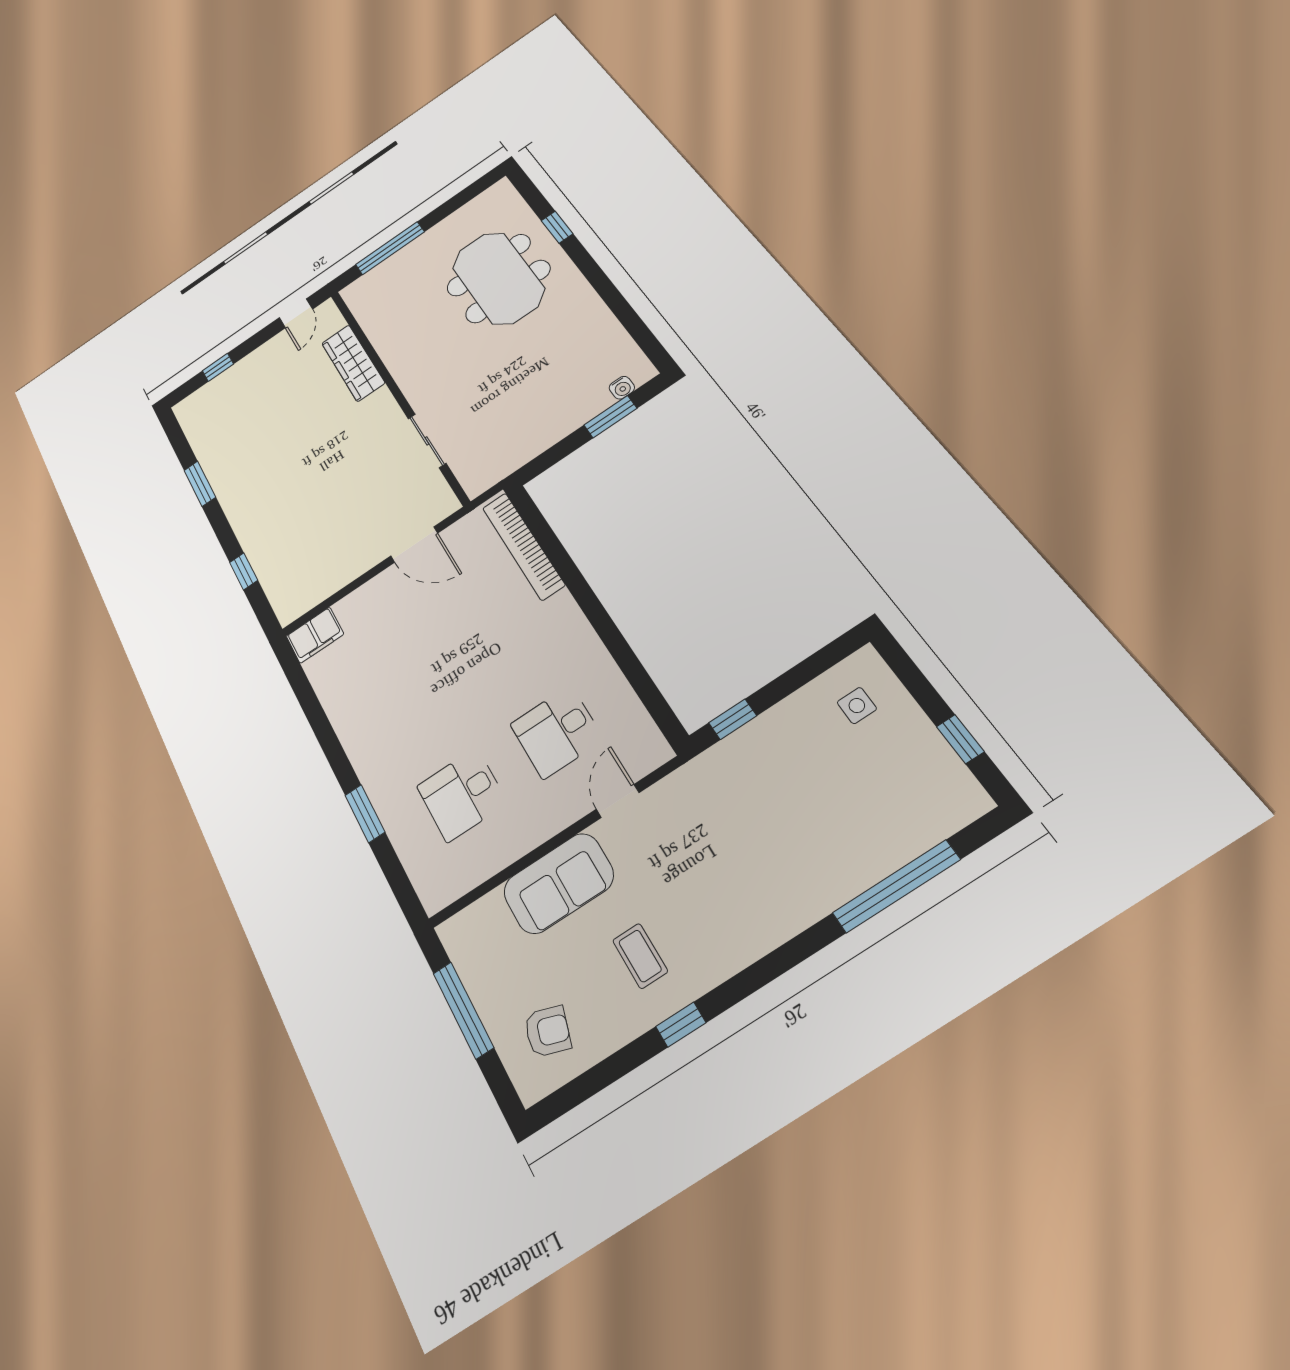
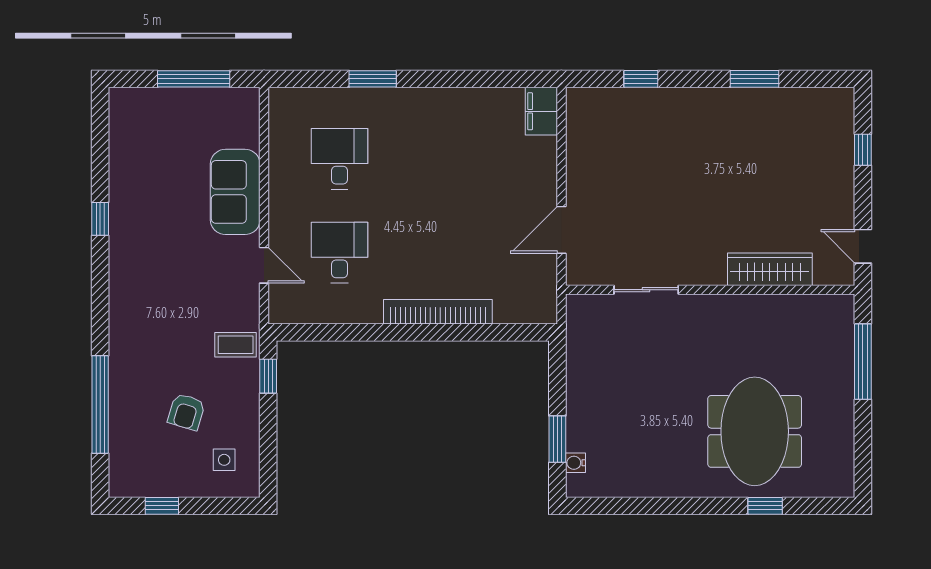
meeting table: (498, 278) -> (755, 431), turned 90
bookcase: (523, 546) -> (438, 312), moved
coffee table: (640, 956) -> (236, 345), moved
armchair: (547, 1031) -> (186, 412), moved

